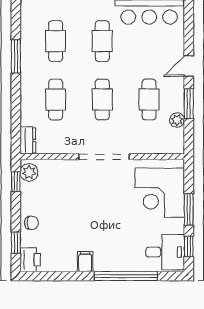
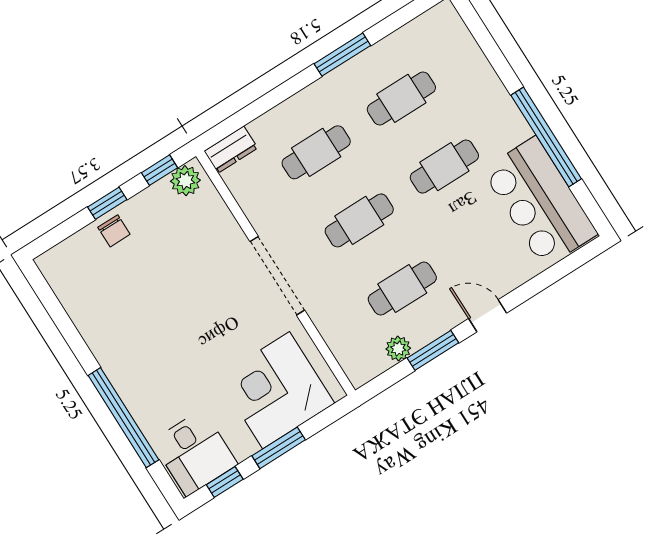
window: (16, 243) -> (107, 203), moved
printer: (30, 260) -> (59, 263), removed
filing cabinet: (85, 262) -> (107, 345), removed

